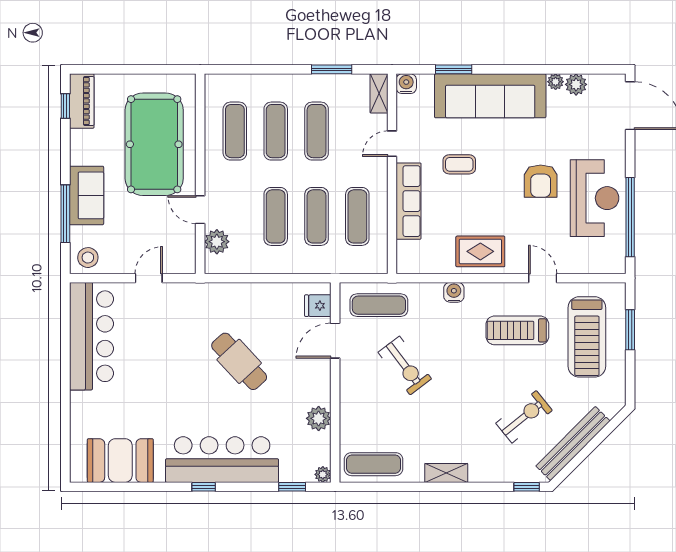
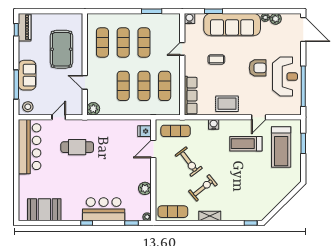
shelving: (379, 93) -> (176, 23), removed
pool table: (154, 144) -> (61, 49), width x0.73, depth x0.76
armchair: (541, 181) -> (258, 68), turned -90
row of seats: (409, 201) -> (191, 96), moved
plant: (217, 242) -> (93, 109), moved
door: (543, 278) -> (259, 117), swing flipped
cafe table: (239, 361) -> (77, 147), moved, turned -47
exercise bike: (524, 417) -> (203, 188), moved
bench: (573, 443) -> (274, 201), removed
bar counter: (222, 460) -> (104, 209), width x0.73

